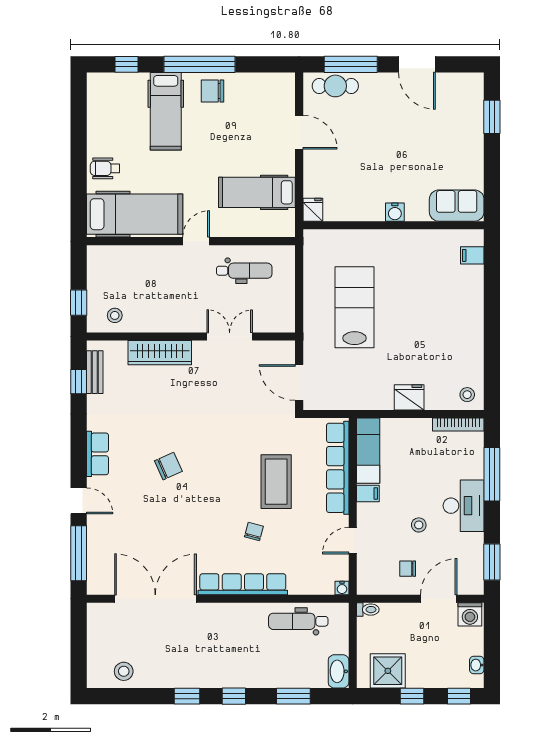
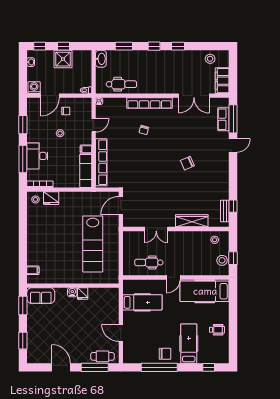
window: (200, 64) -> (159, 367), moved
wheelchair: (105, 168) -> (217, 330), moved
window: (492, 186) -> (23, 305), added
fridge: (313, 210) -> (83, 293), moved
stool: (100, 275) -> (222, 260), added
window: (79, 303) -> (233, 258), moved
lab bench: (355, 307) -> (93, 244), width x1.36
door: (299, 383) -> (121, 206), swing flipped
fridge: (409, 397) -> (51, 198), moved
row of seats: (97, 454) -> (223, 119), moved
coffee table: (276, 482) -> (133, 155), removed
door: (79, 501) -> (233, 145), swing flipped
desk: (464, 506) -> (37, 156), moved
window: (492, 562) -> (23, 125), moved
double door: (155, 599) -> (194, 96), width x0.73
filing cabinet: (100, 628) -> (222, 81), added
shower: (388, 671) -> (63, 59), moved

